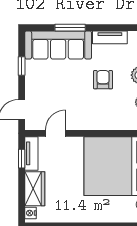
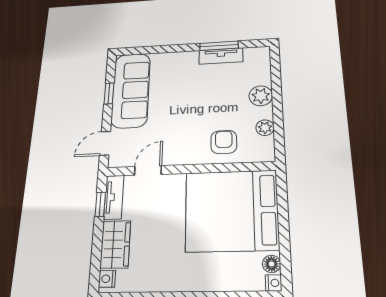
window: (70, 28) -> (219, 46), moved
sofa: (58, 45) -> (131, 90), moved, turned -90
armchair: (103, 80) -> (224, 142), moved

